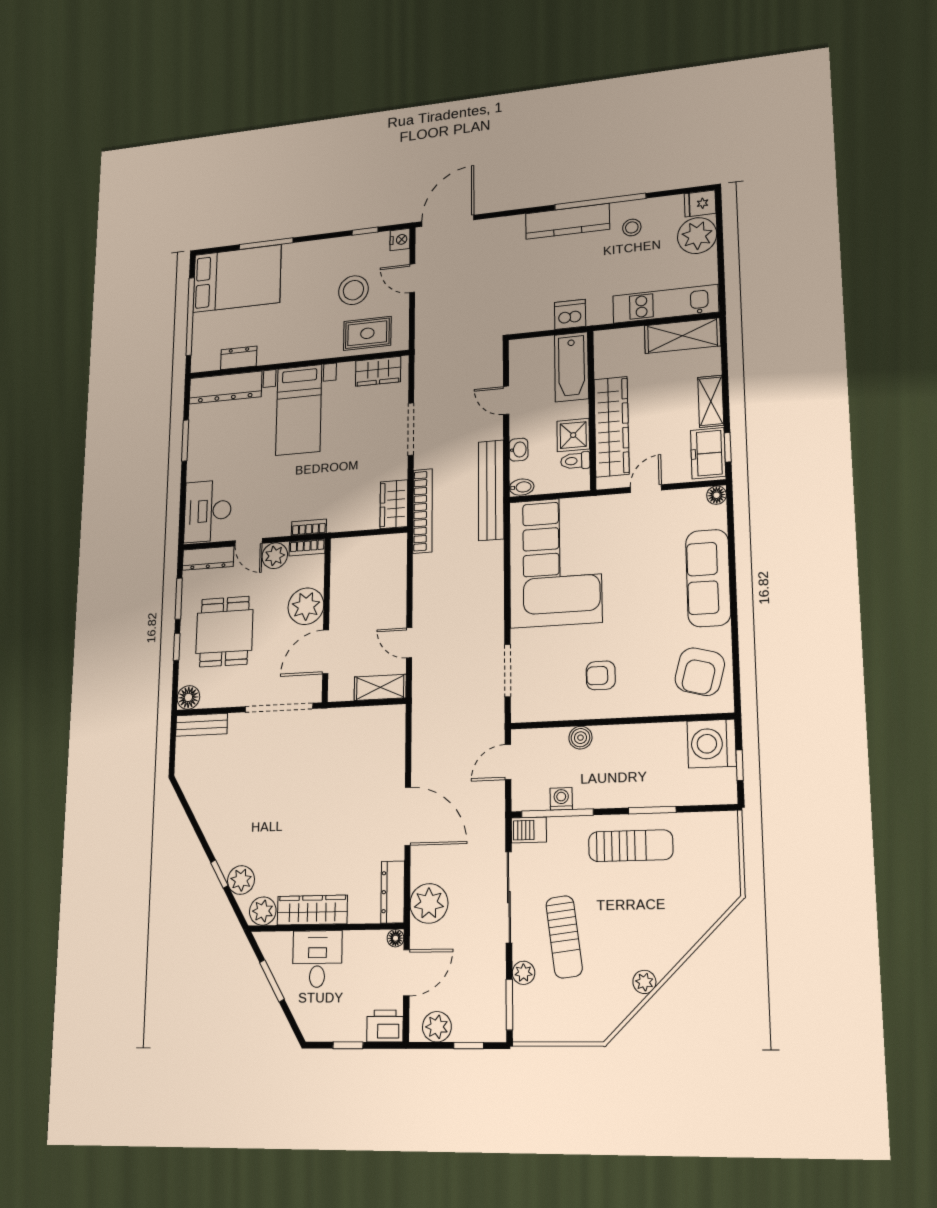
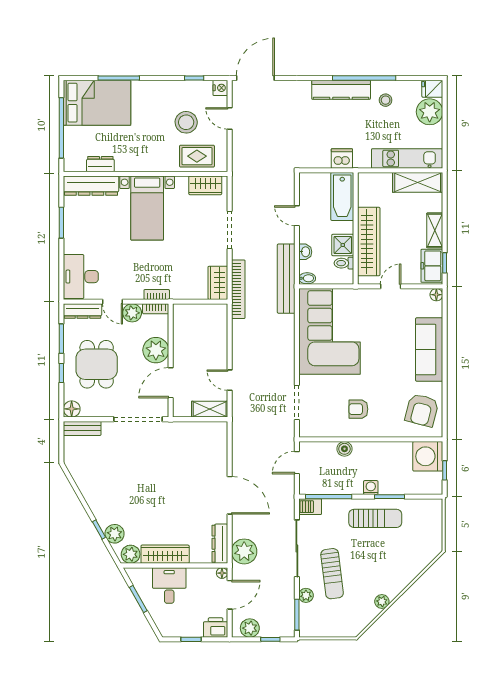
washing machine: (561, 799) -> (371, 488), moved

